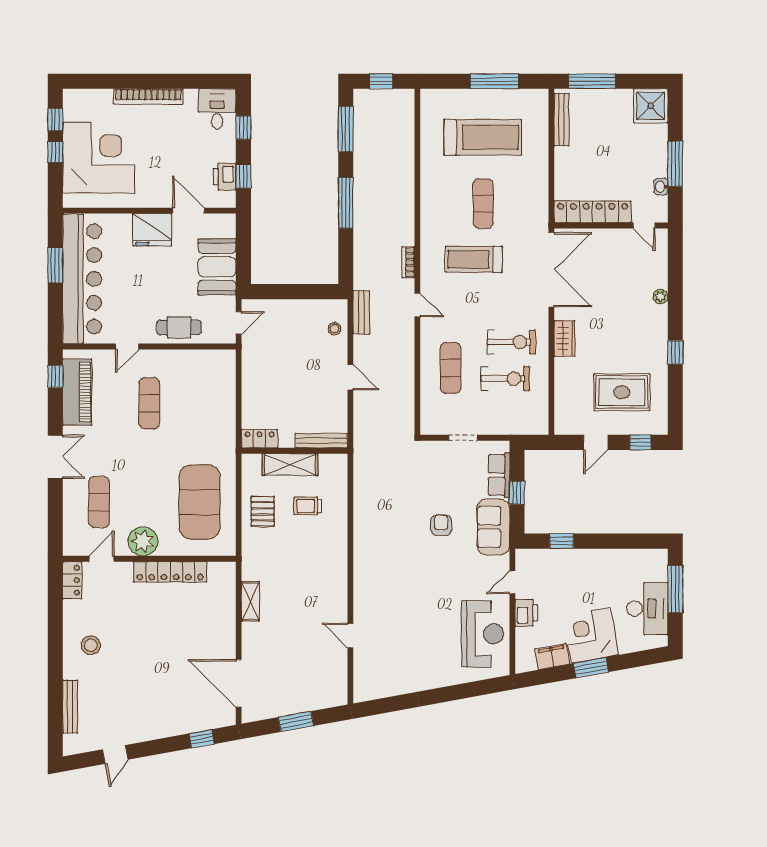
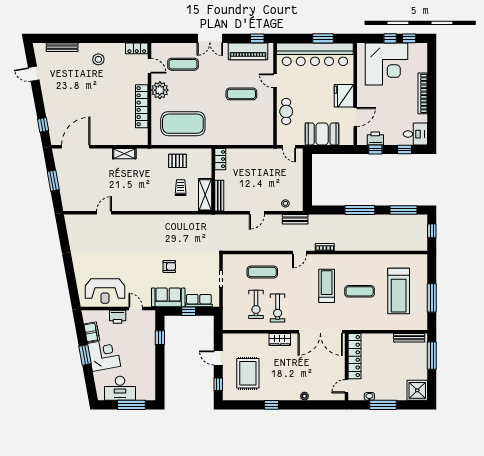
shelving: (290, 465) -> (205, 195), moved

